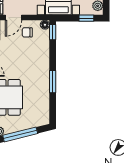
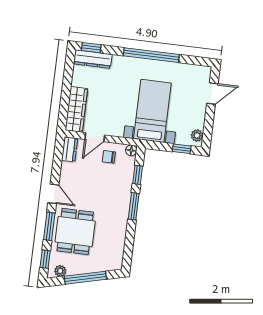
window: (53, 32) -> (138, 175), moved
window: (53, 82) -> (134, 206), moved

